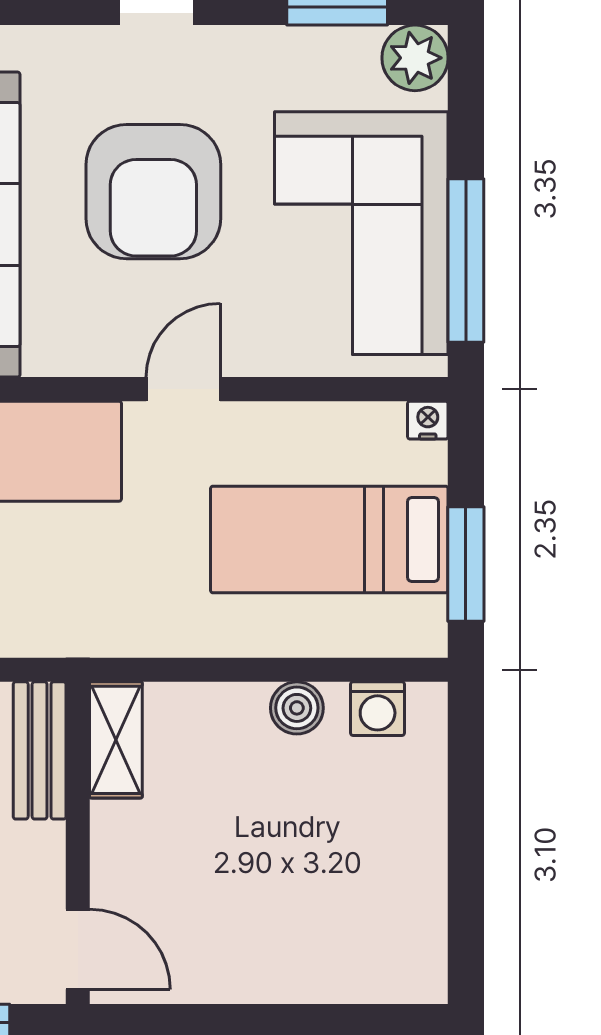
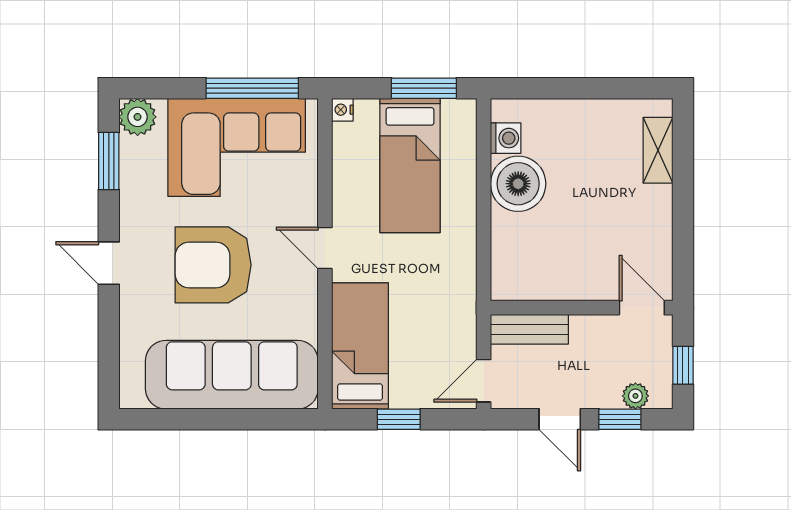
armchair: (153, 192) -> (213, 265), turned 180
boiler: (297, 708) -> (518, 184), width x1.86, depth x1.86
shelving: (116, 740) -> (658, 150), moved, turned 90
door: (78, 949) -> (642, 308), hinge flipped

